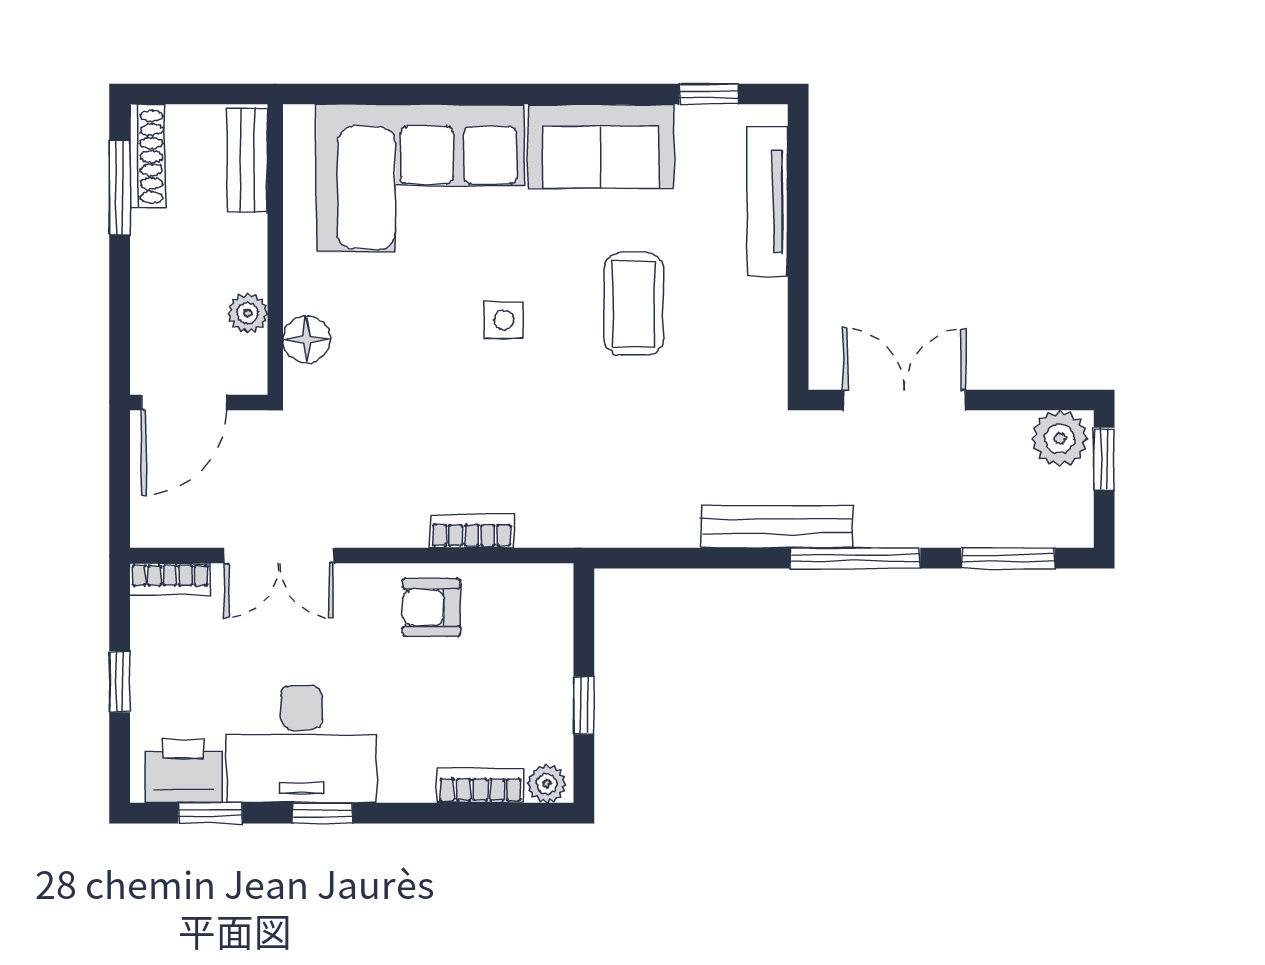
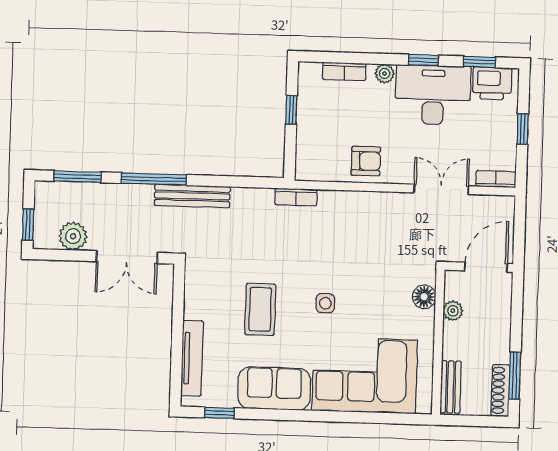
plant: (1060, 439) -> (73, 236), moved
bookcase: (472, 531) -> (296, 197), moved
plant: (547, 784) -> (385, 74), moved

